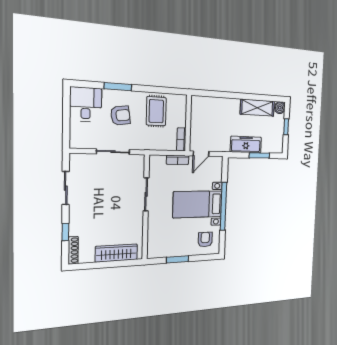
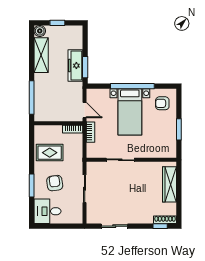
window: (216, 94) -> (32, 98), added
window: (259, 155) -> (85, 67), moved
window: (65, 232) -> (160, 226), moved

